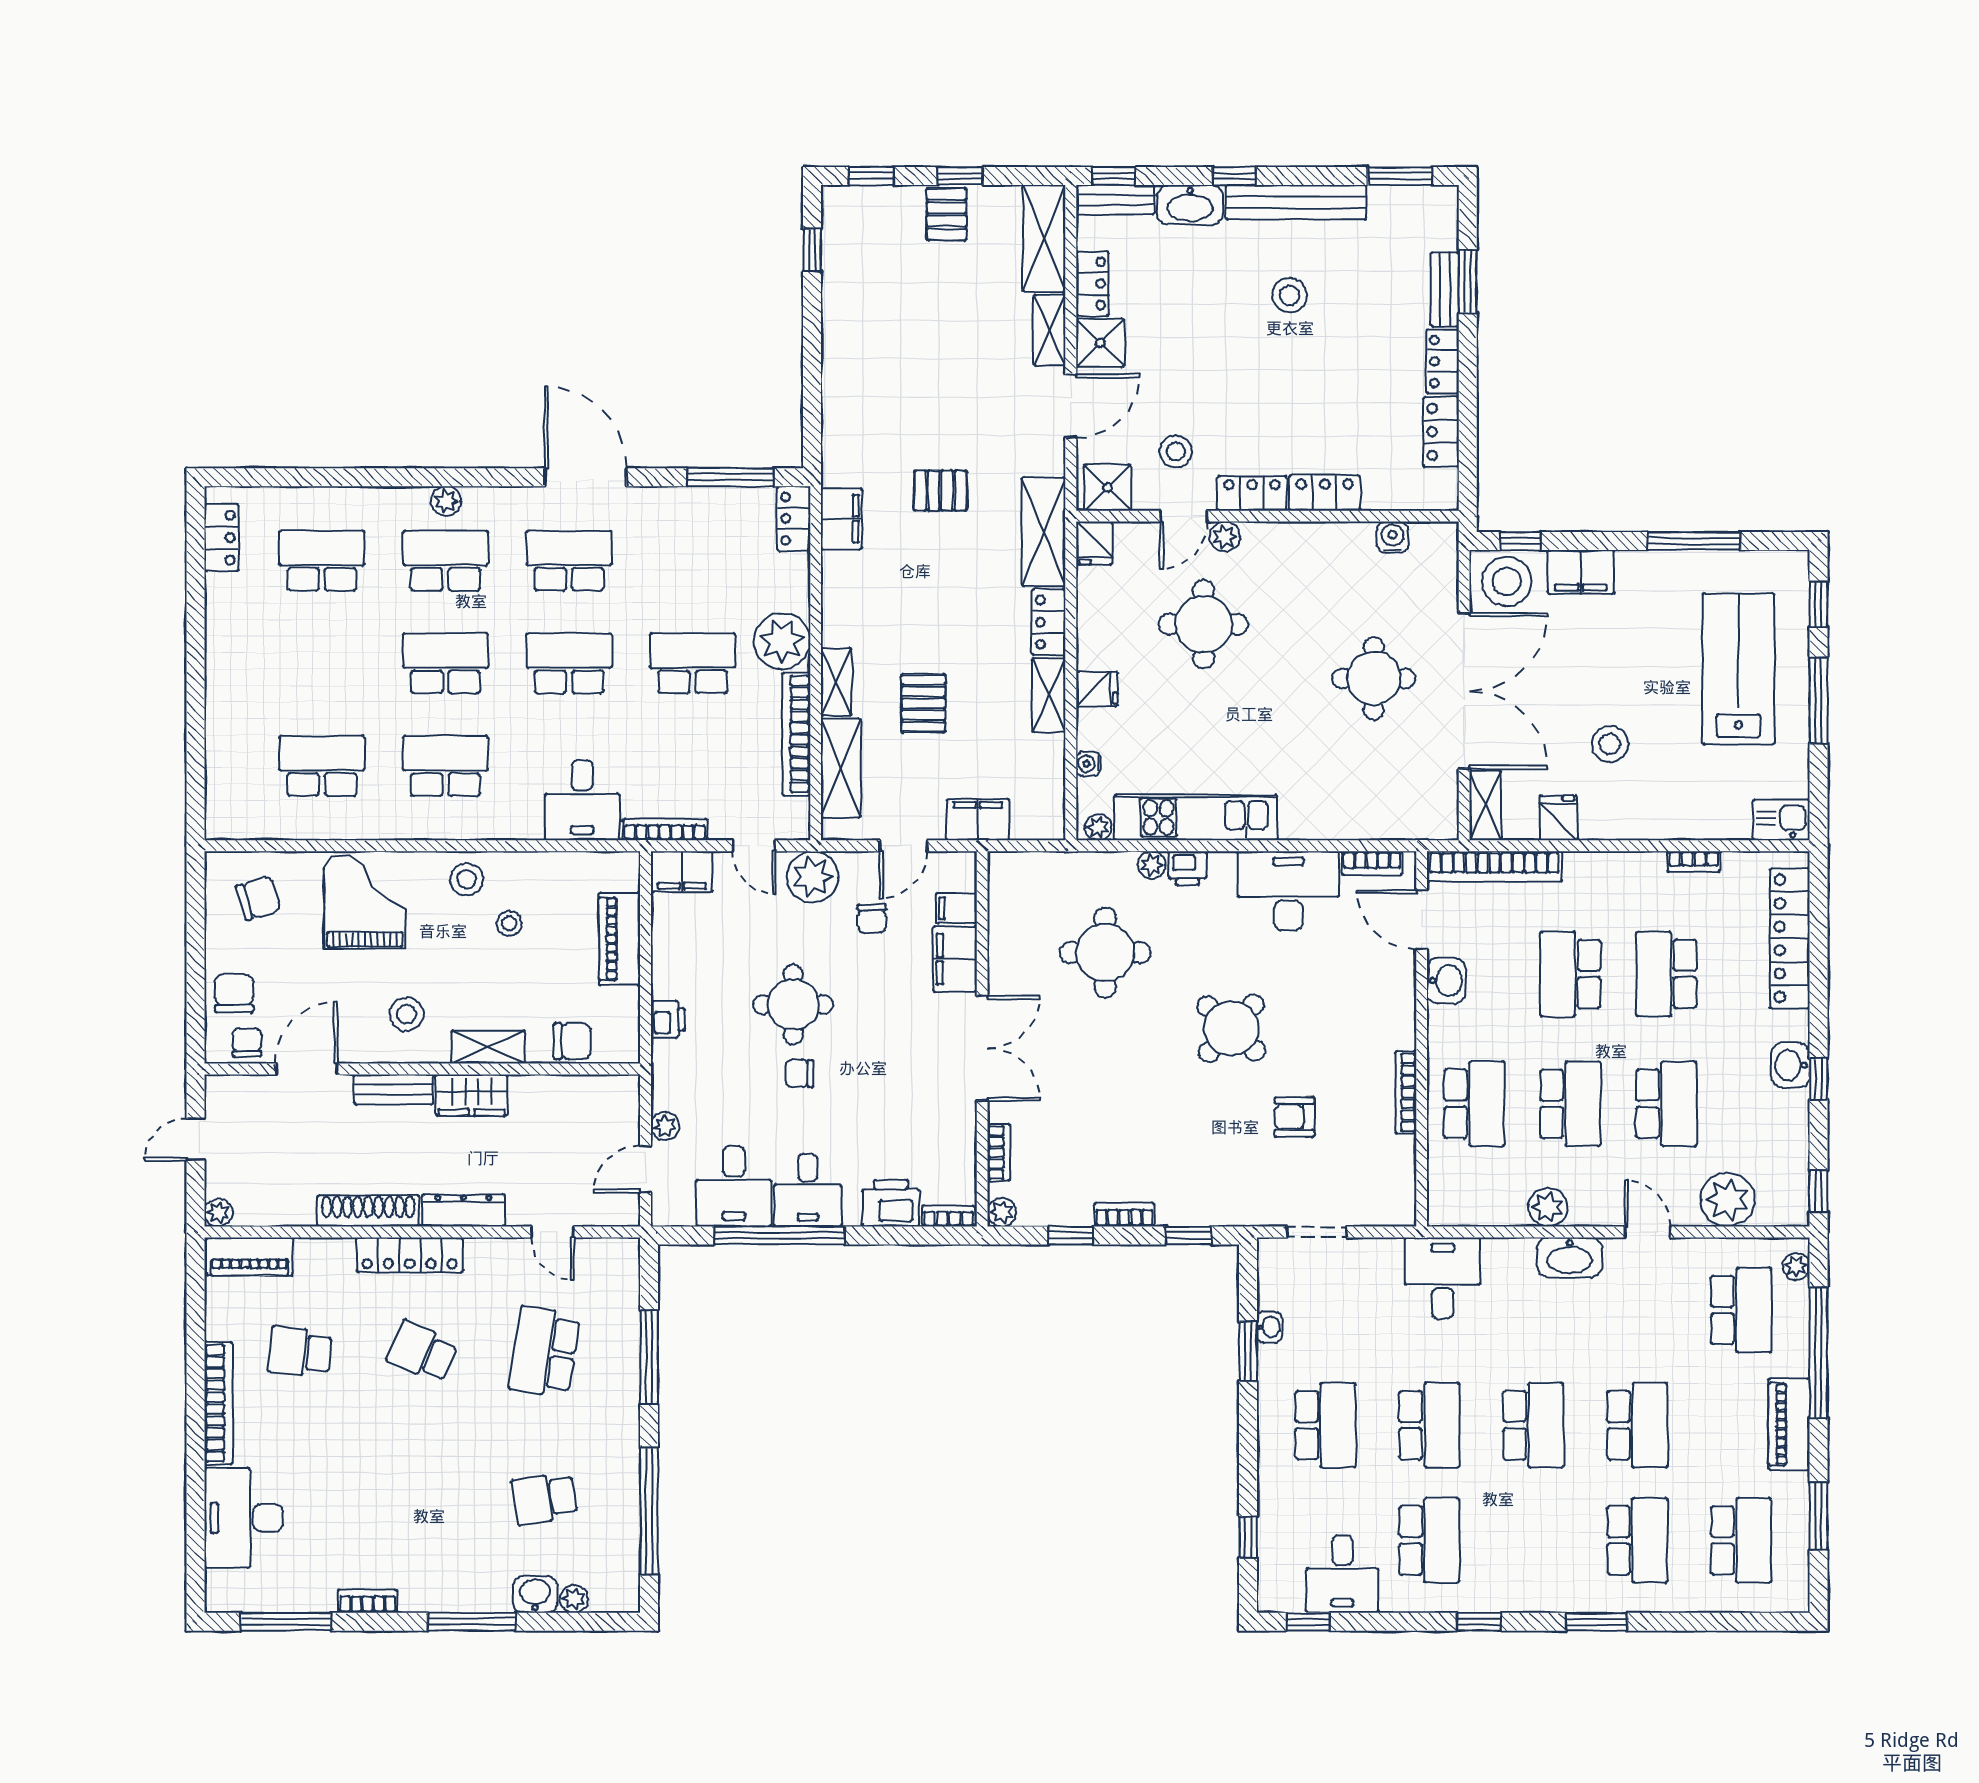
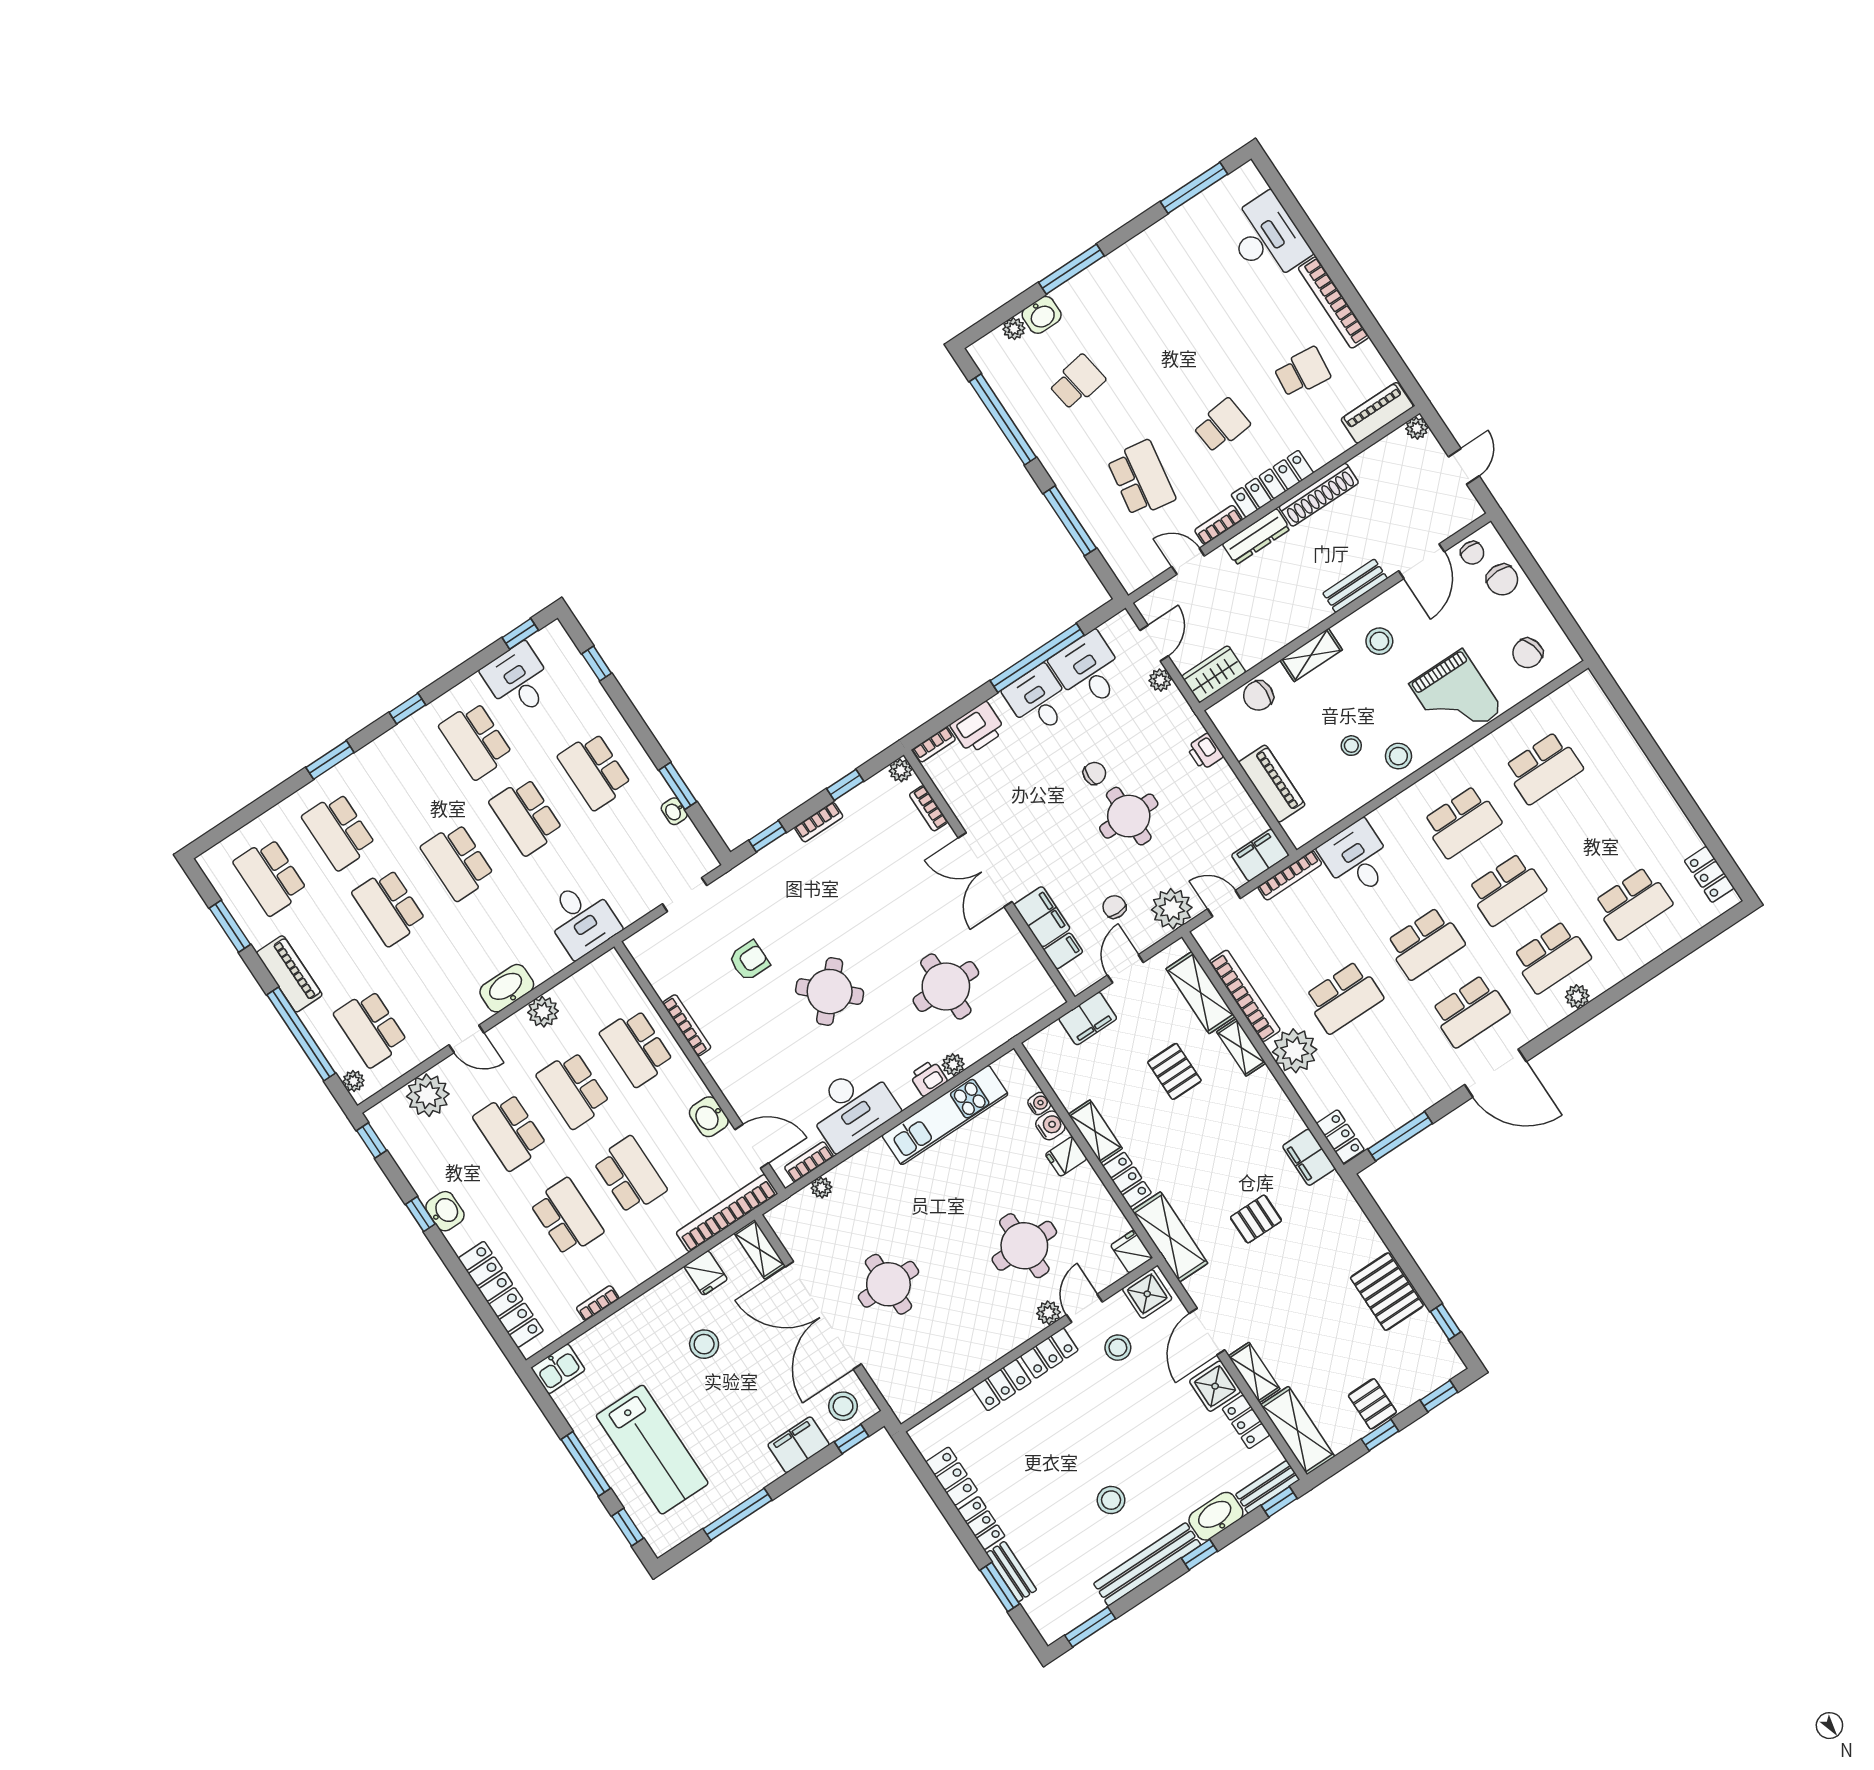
pallet: (853, 323) -> (1387, 1292), added
water cooler: (1393, 537) -> (1050, 1125), moved, turned -90
stool: (1507, 581) -> (843, 1406), width x0.73, depth x0.73
plant: (1098, 827) -> (821, 1188), moved
wardrobe: (472, 1095) -> (1214, 674), moved
school desk: (422, 1352) -> (1222, 425), turned -30
bookcase: (368, 1601) -> (1219, 525), moved, turned 180

